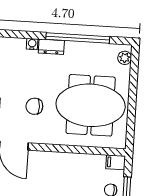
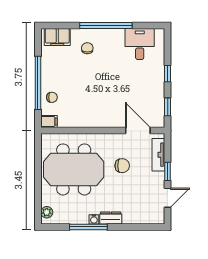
window: (78, 38) -> (88, 227), width x0.68
water cooler: (32, 44) -> (94, 219), moved

